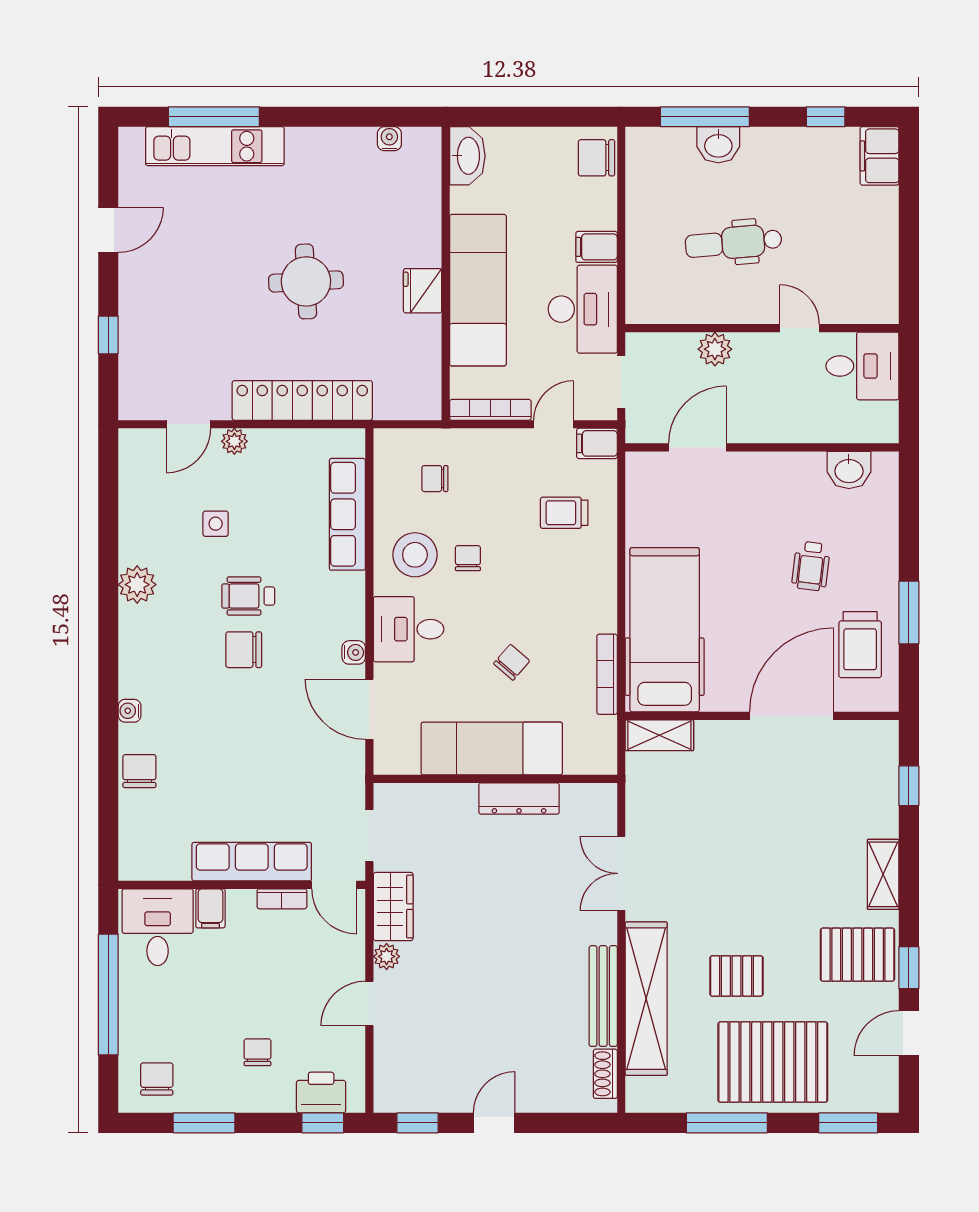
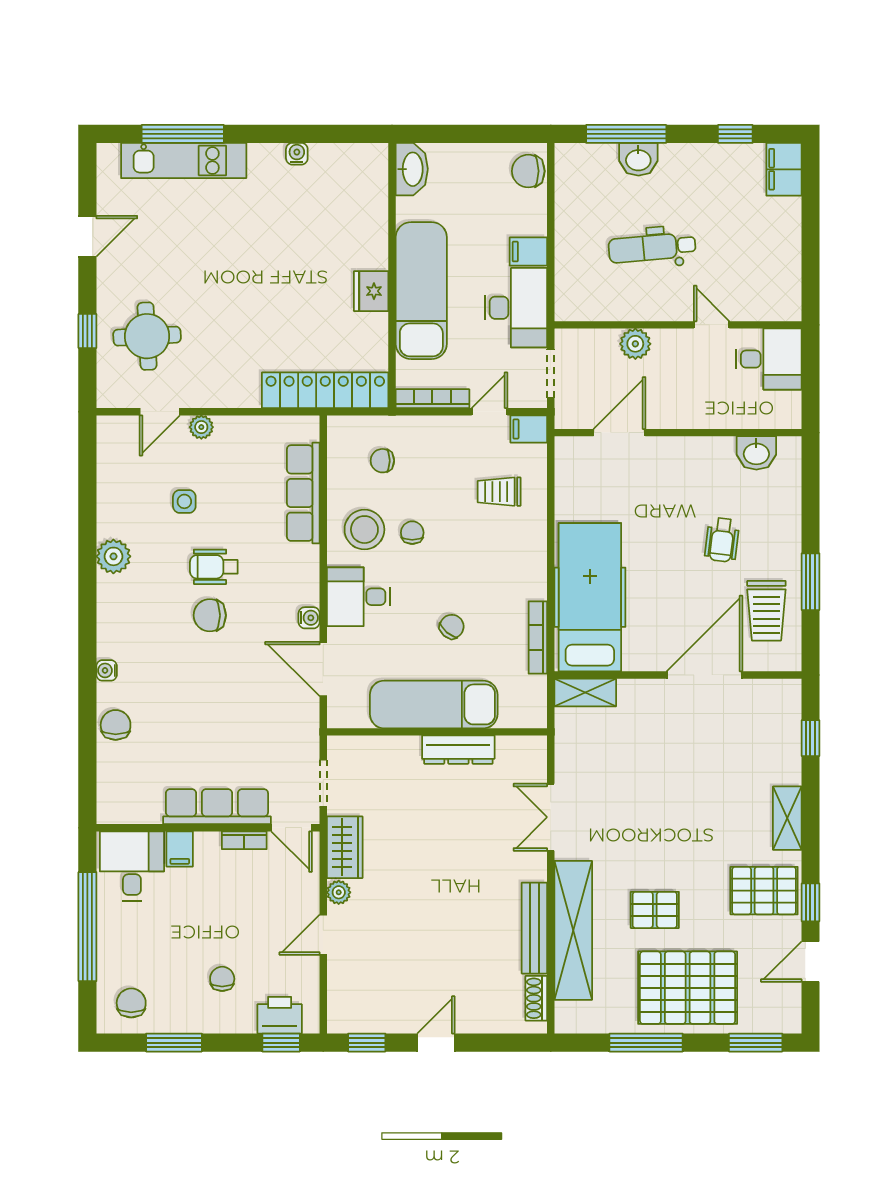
water cooler: (389, 139) -> (297, 154), moved
round table: (306, 281) -> (147, 336), moved
locker: (302, 400) -> (325, 390), moved

